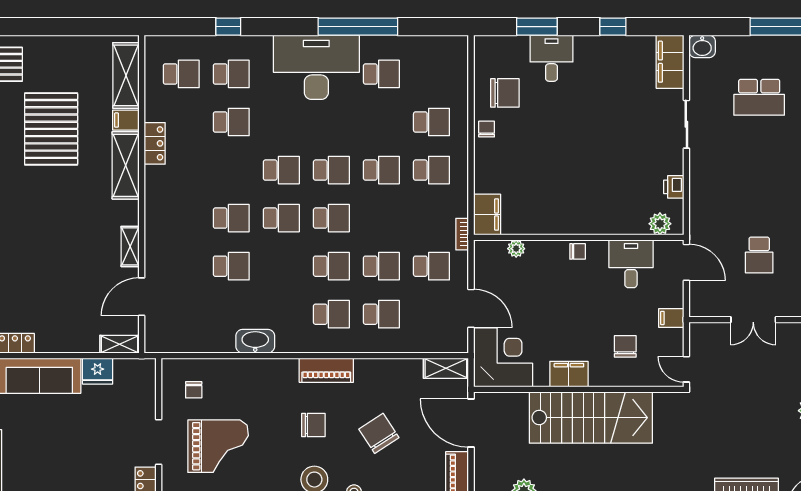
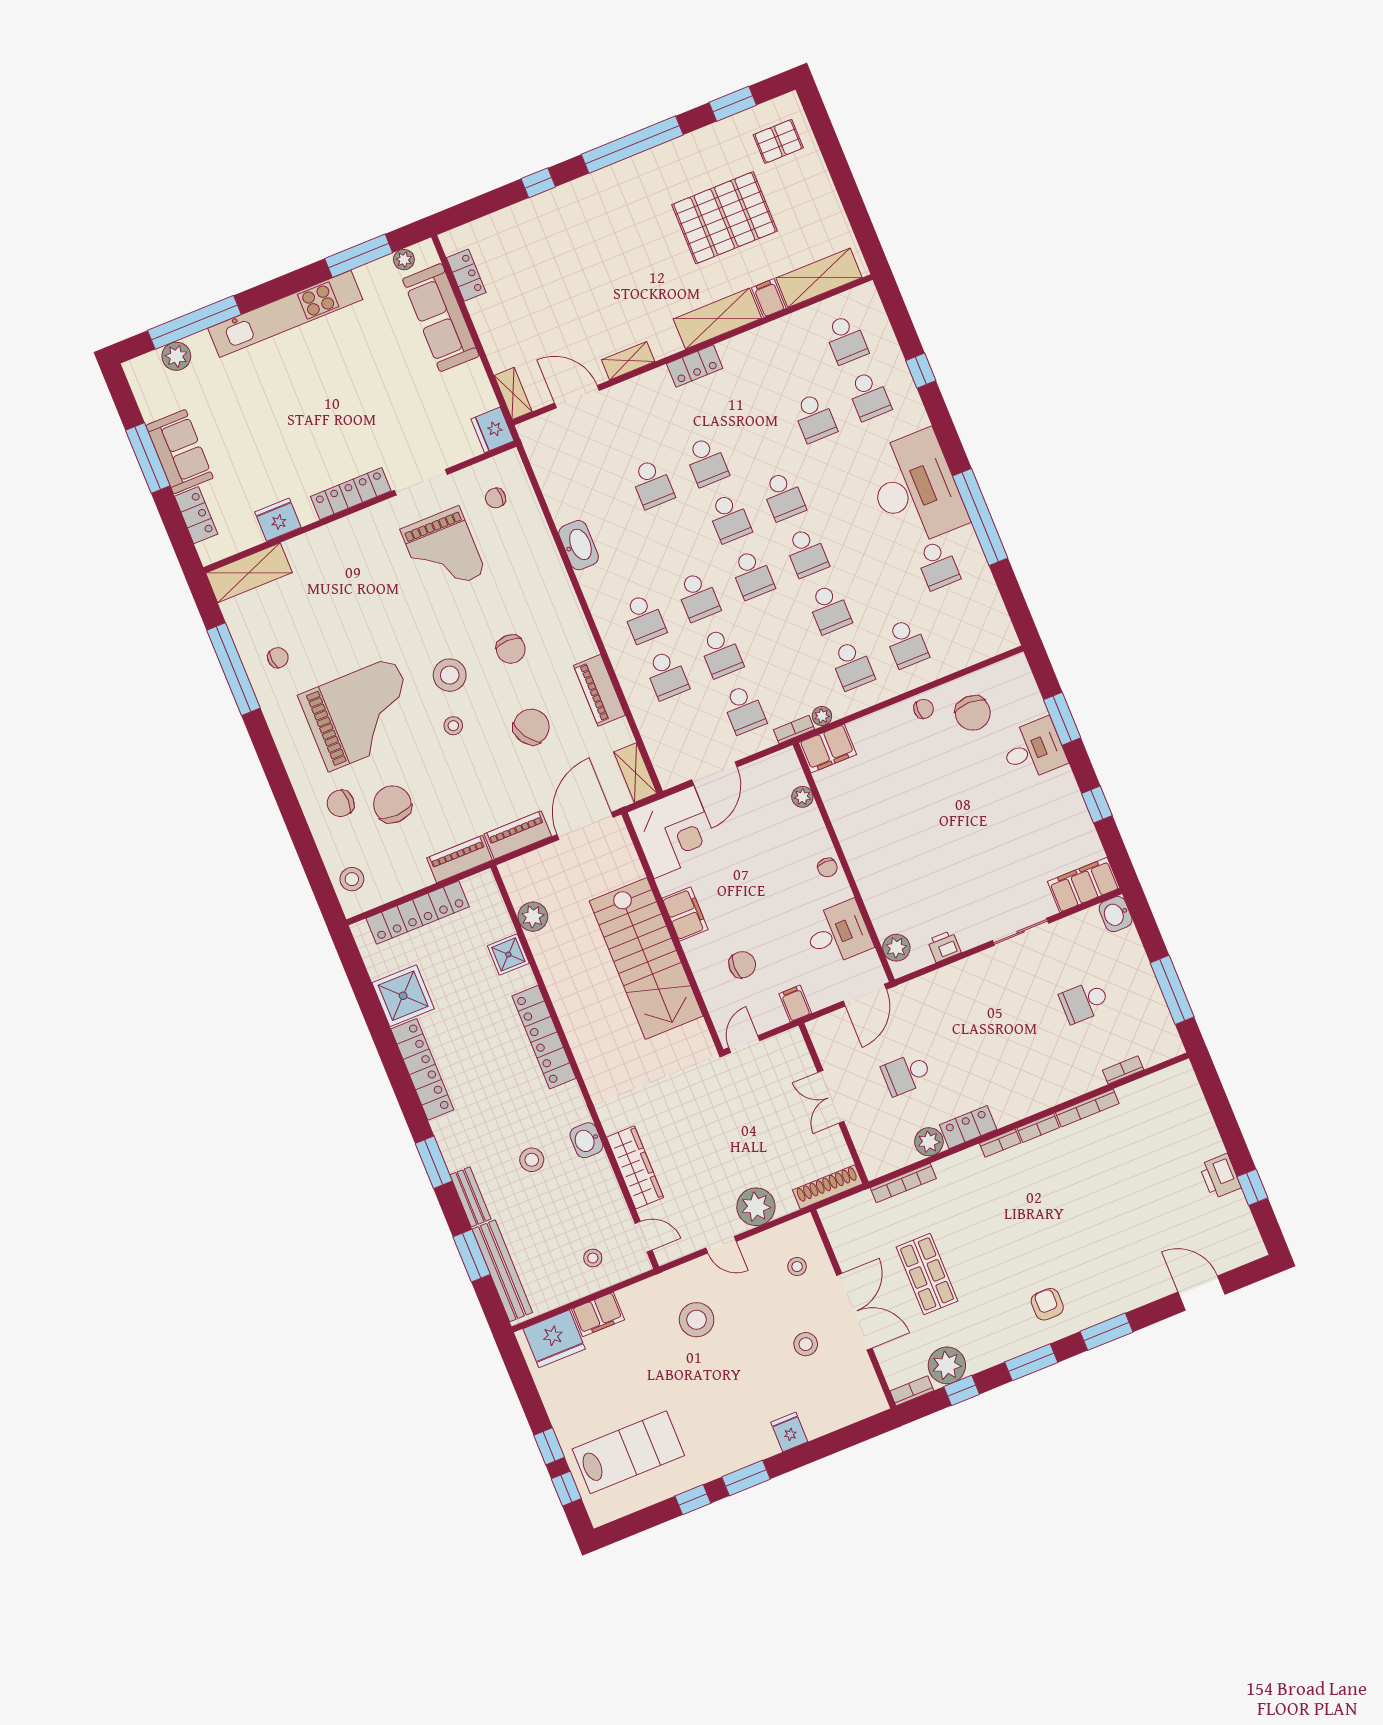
school desk: (759, 97) -> (1084, 1002), width x0.54
locker: (155, 143) -> (695, 366), moved
plant: (461, 209) -> (822, 716), added
piano: (326, 370) -> (599, 690), moved
fridge: (98, 371) -> (492, 430), moved

